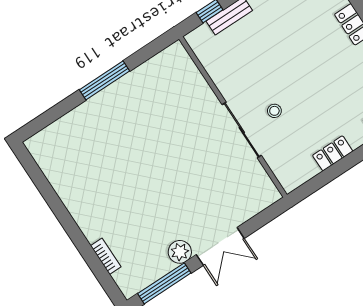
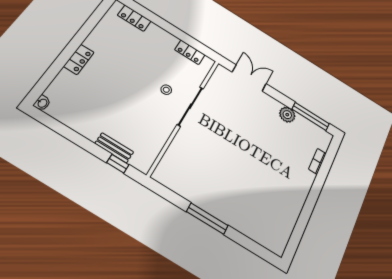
locker: (333, 153) -> (190, 52), moved
double door: (220, 246) -> (249, 78), moved

